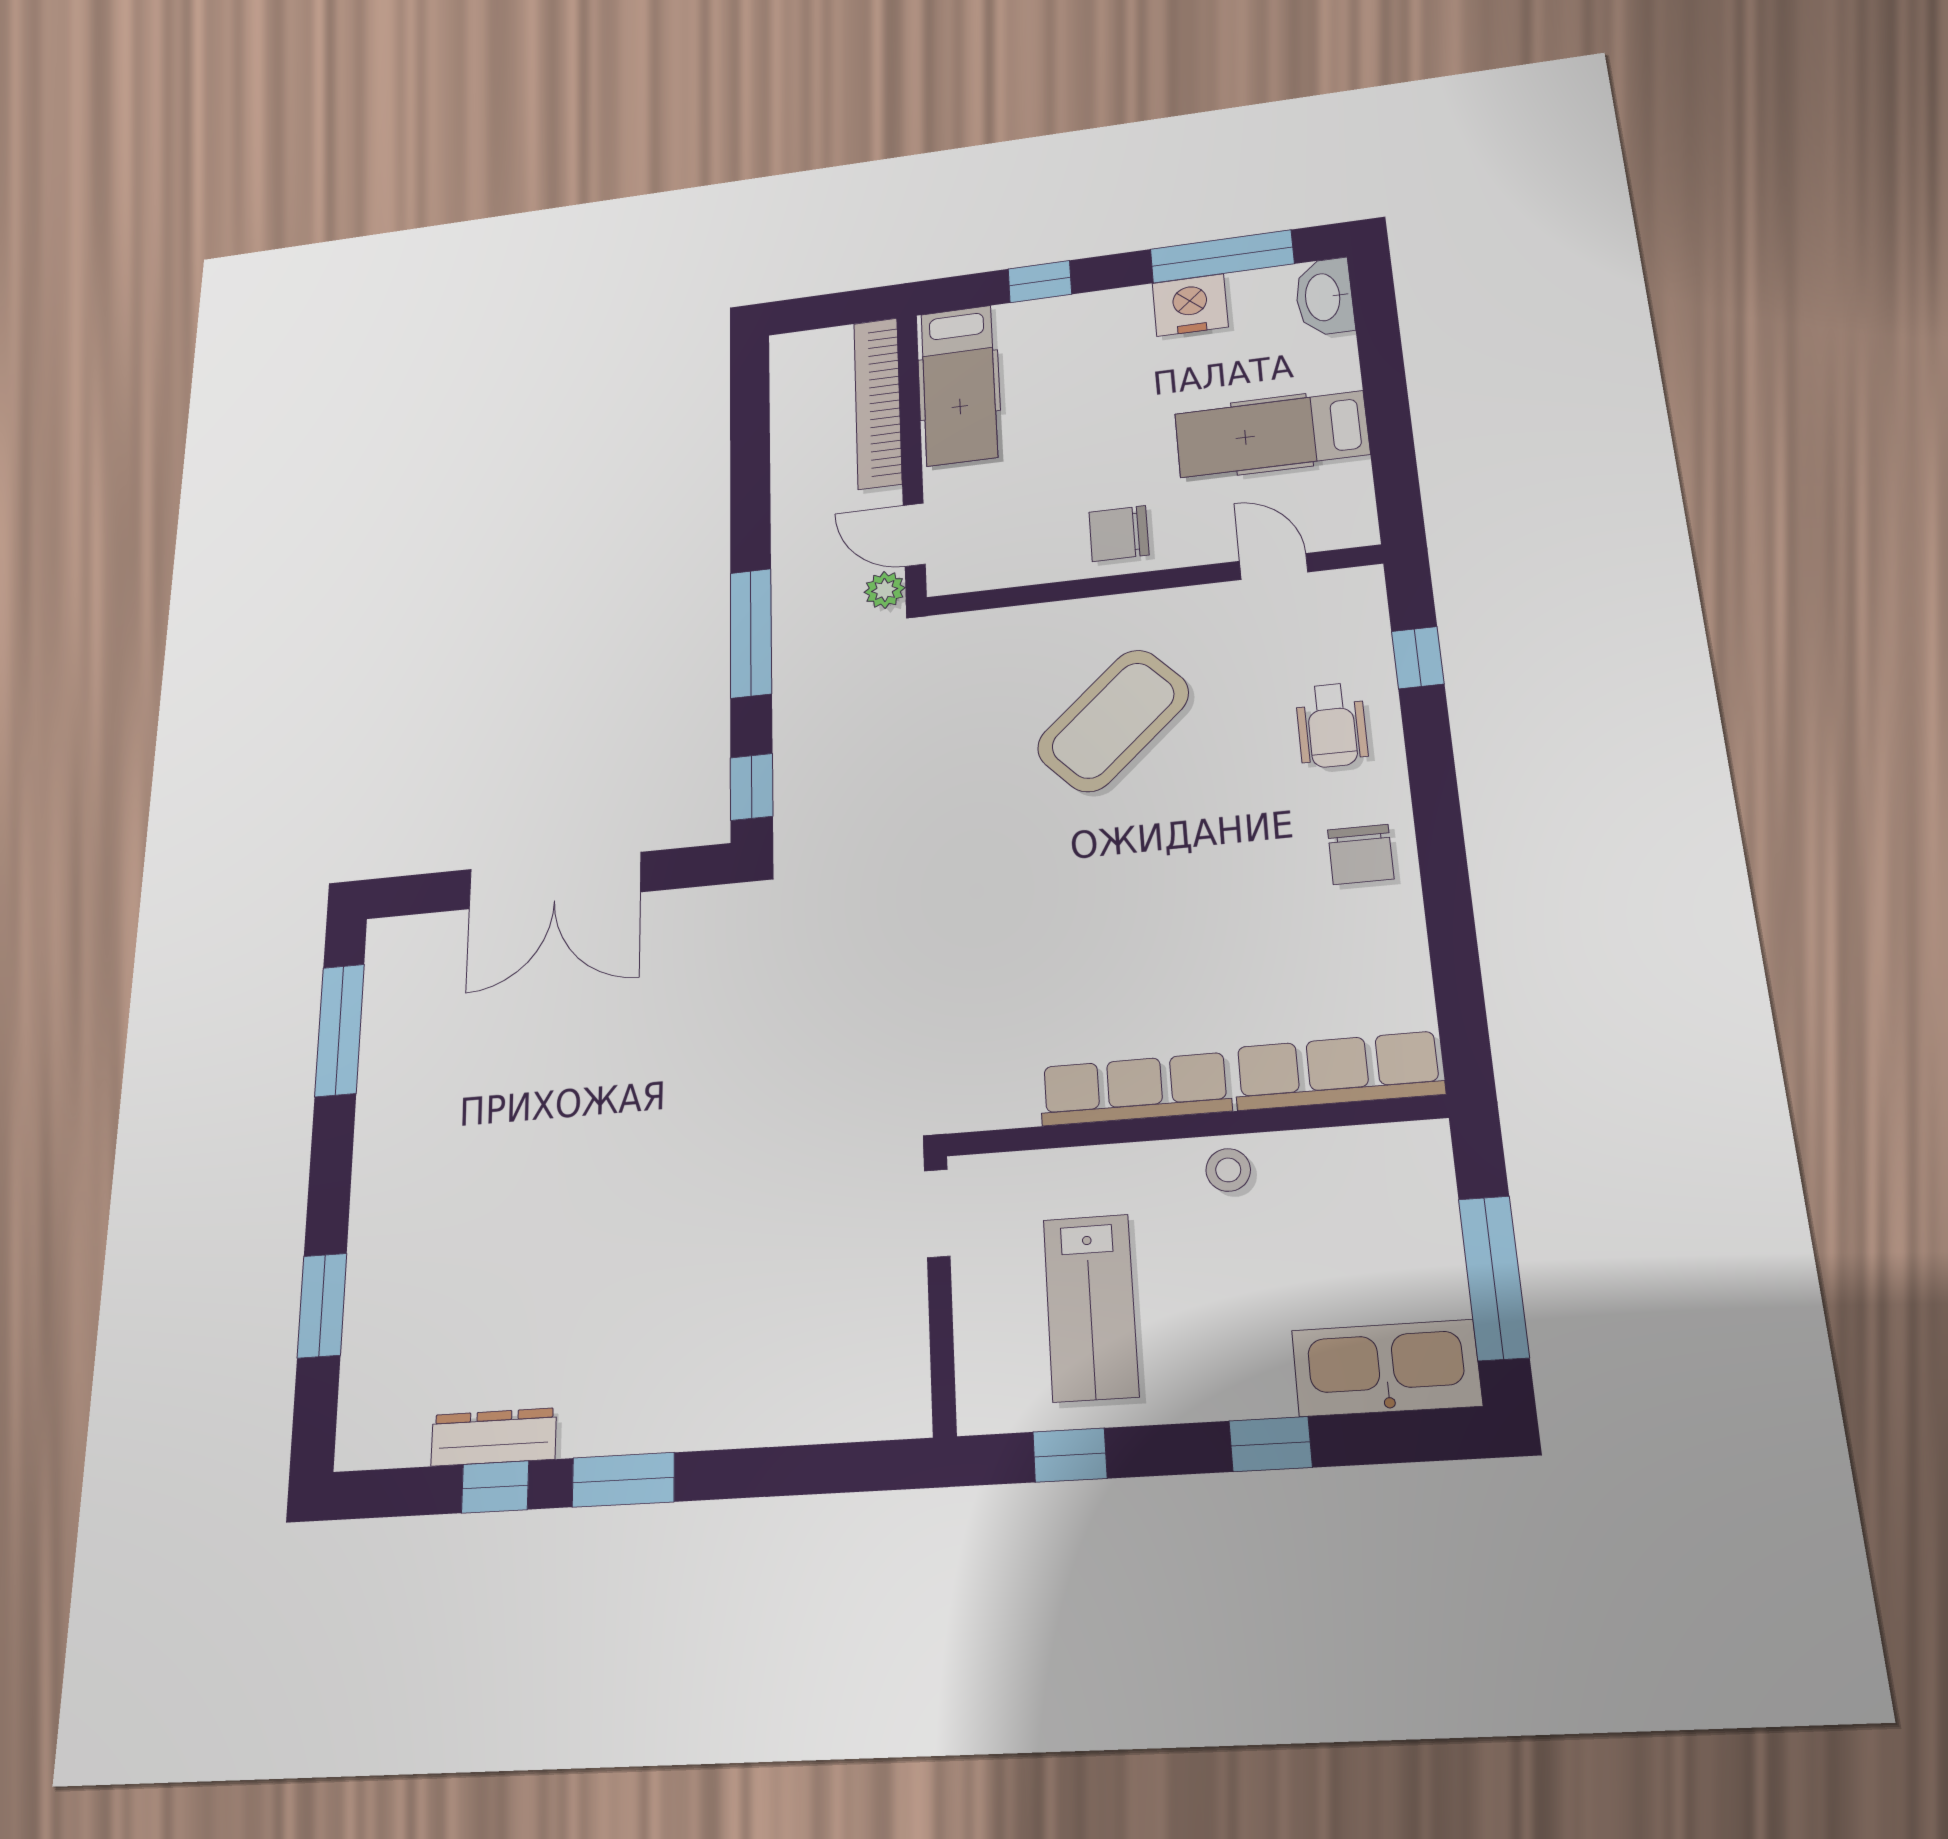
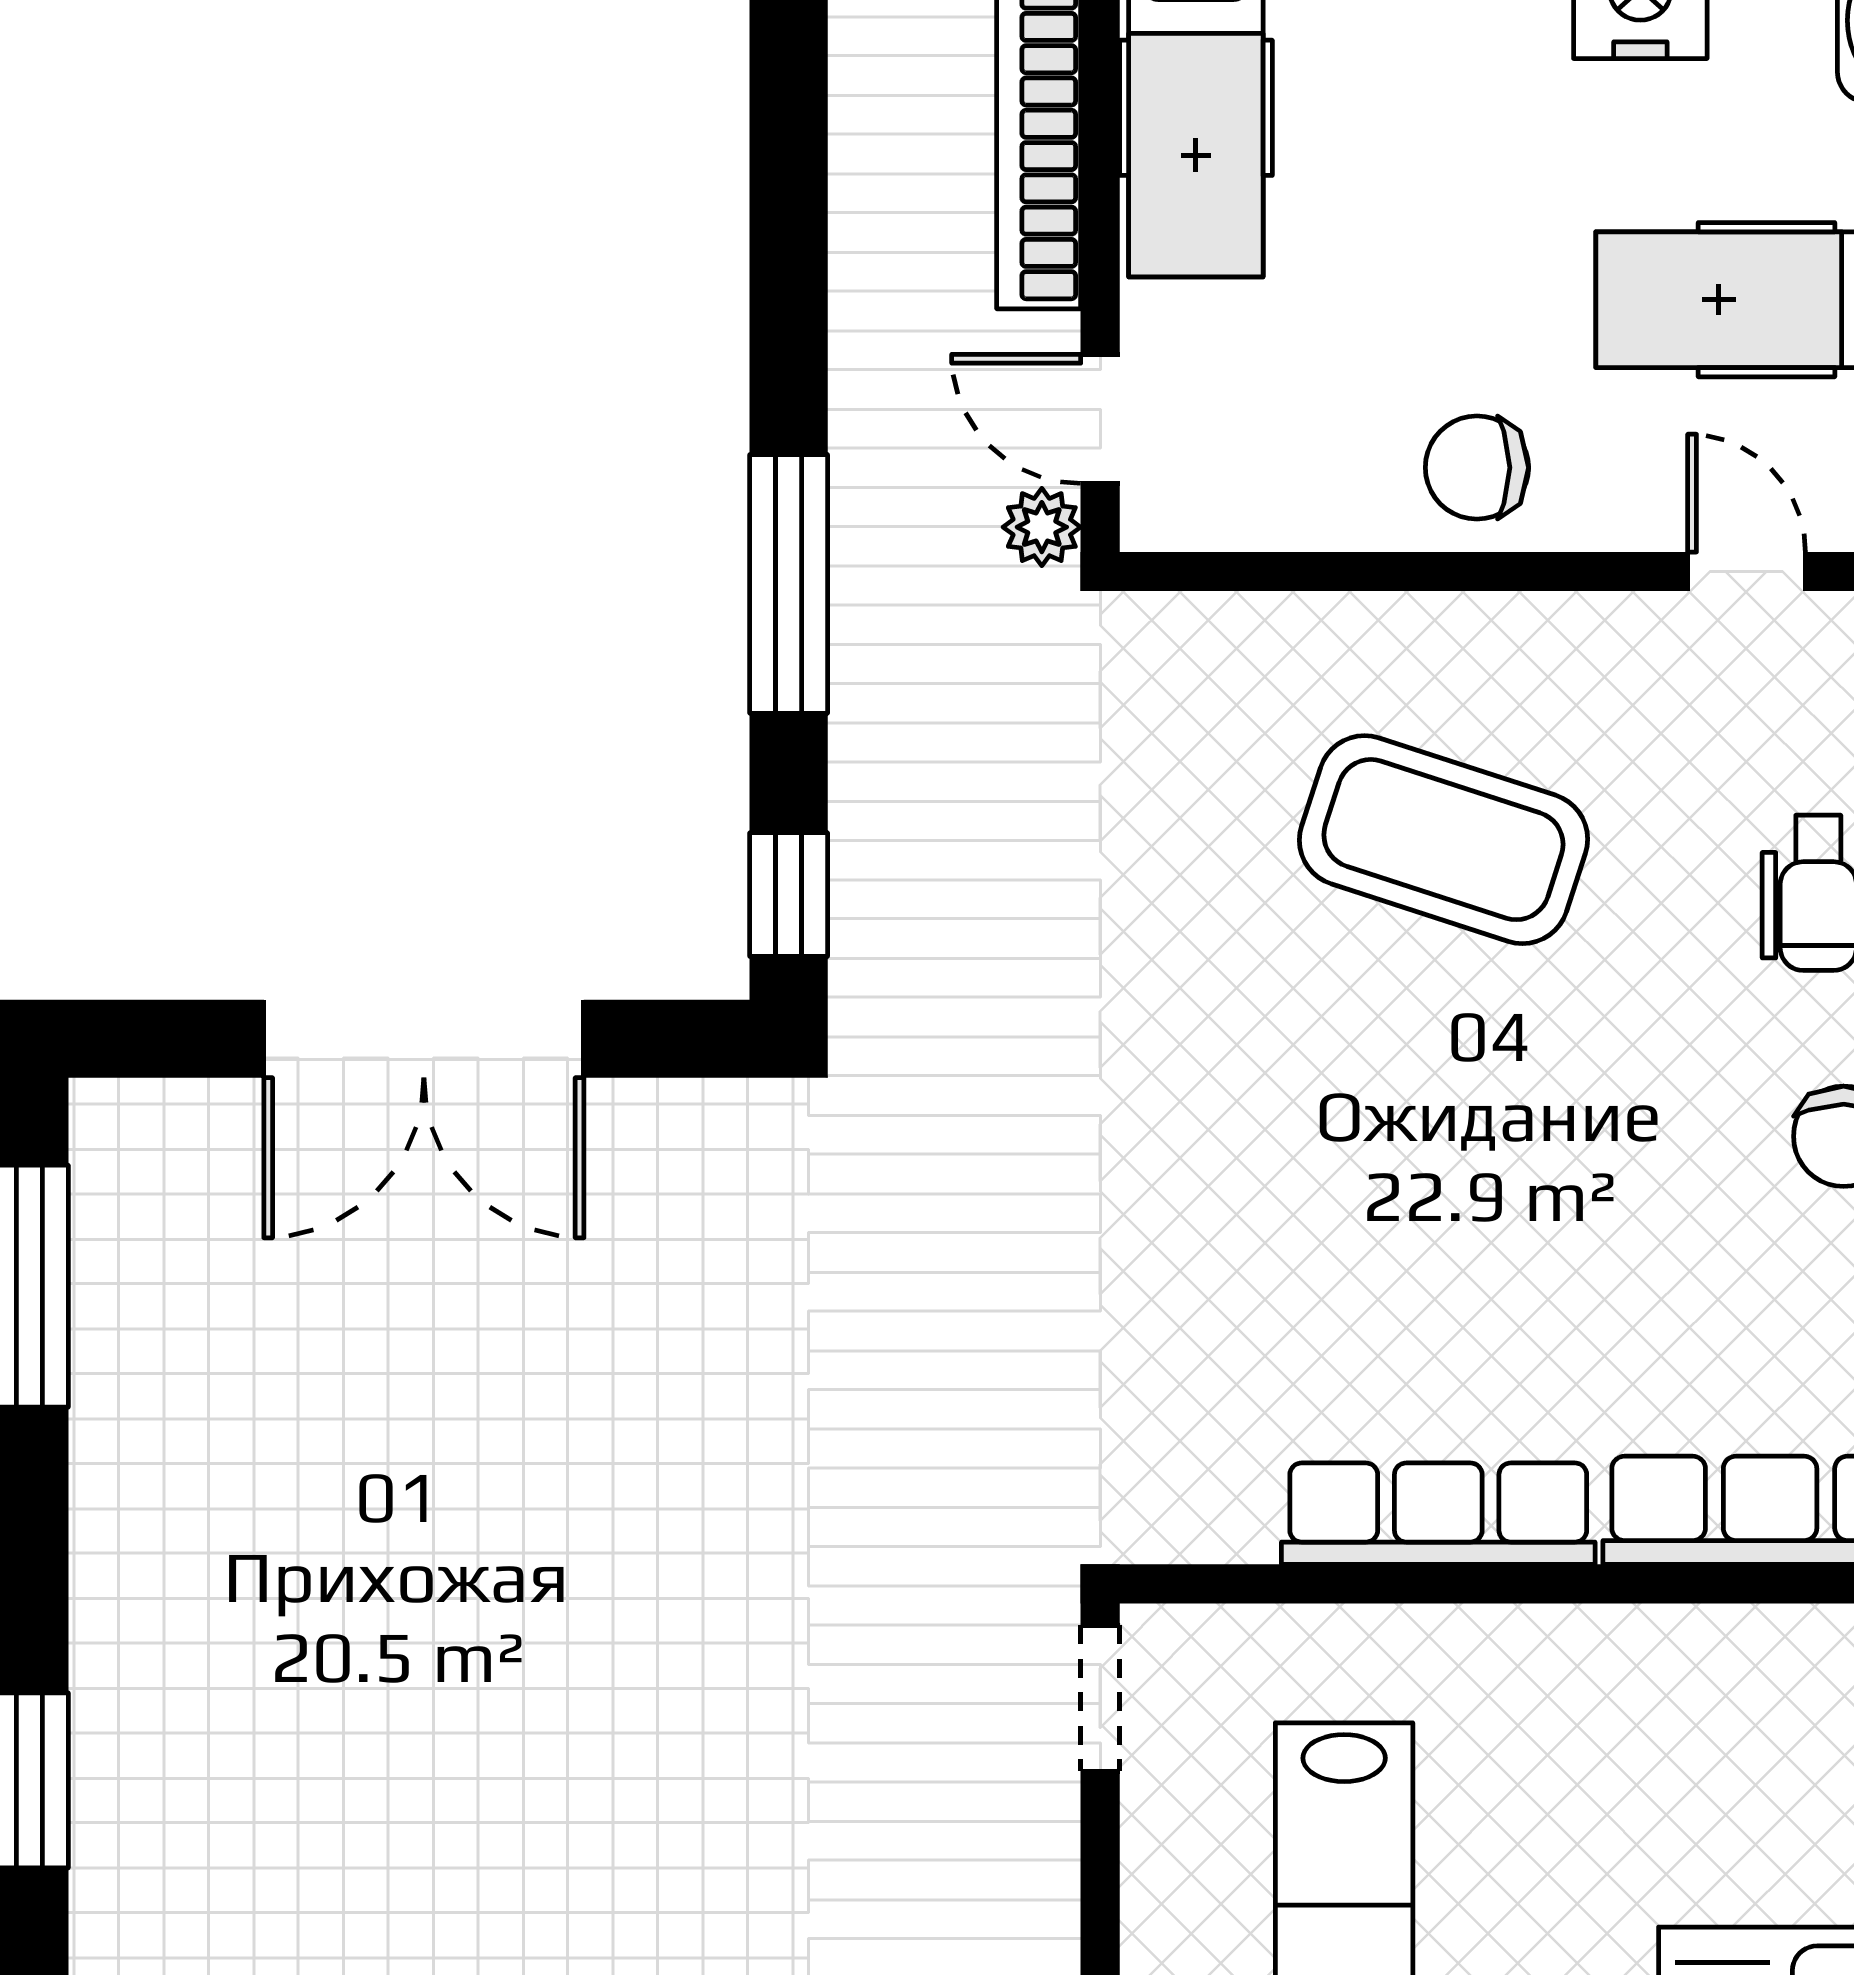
coffee table: (1113, 721) -> (1443, 840), turned 61
stool: (1228, 1170) -> (1580, 1662), removed

